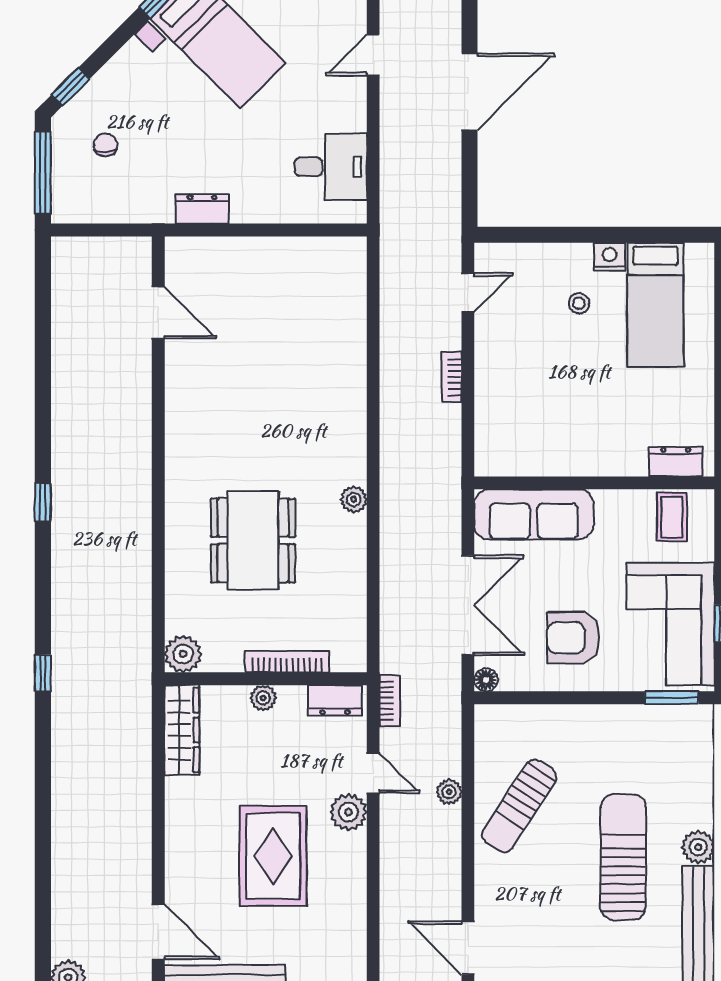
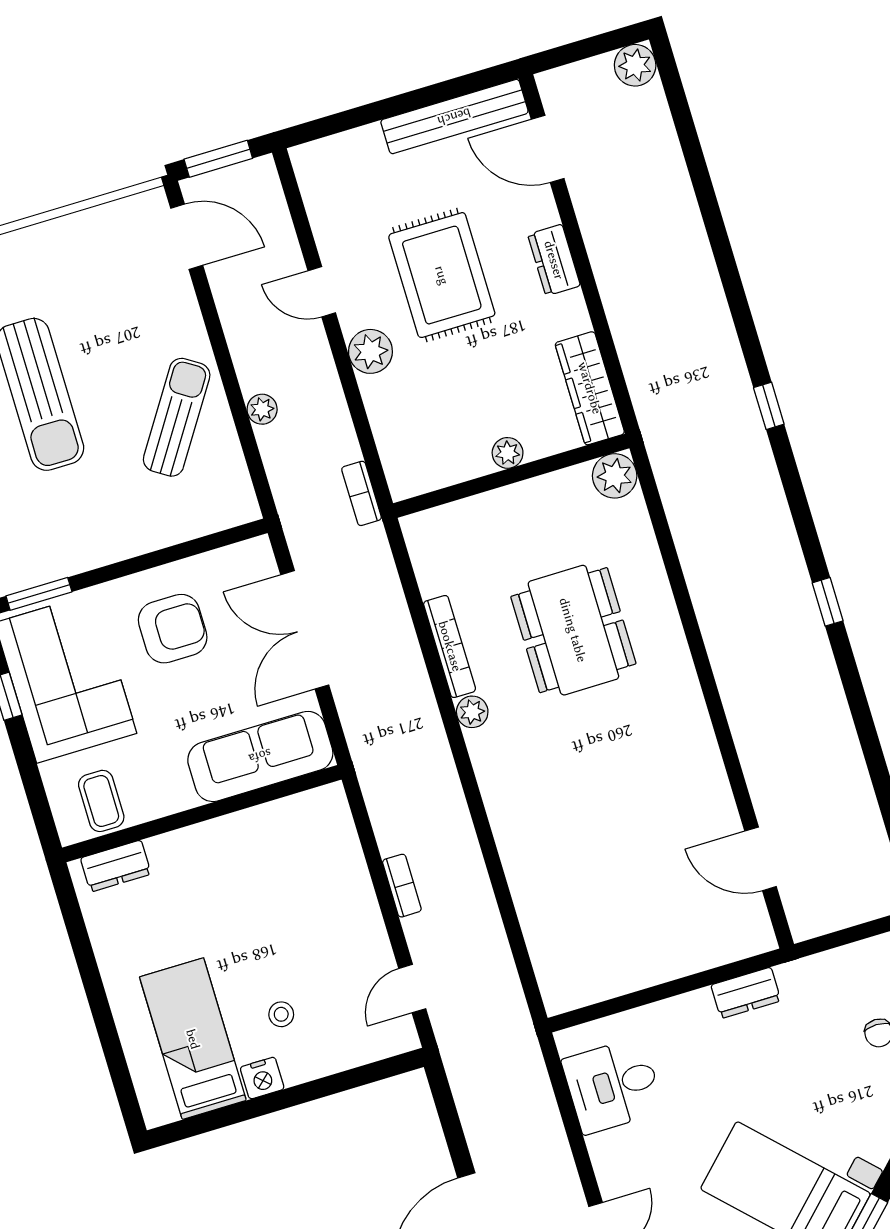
bookcase: (287, 662) -> (450, 646), moved, turned -90
floor lamp: (486, 680) -> (258, 550), removed
dresser: (335, 700) -> (554, 260), moved, turned -90
door: (373, 773) -> (322, 292), moved

